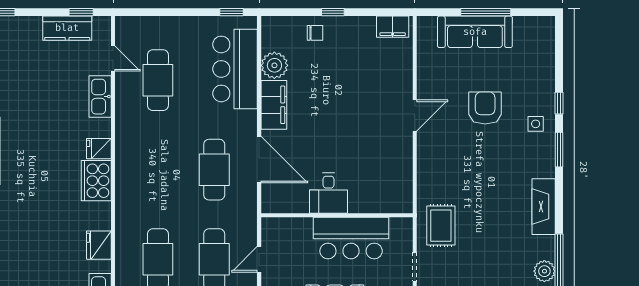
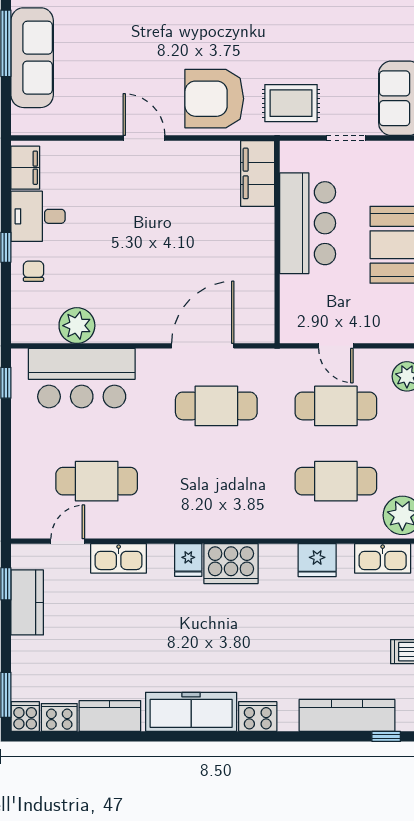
filing cabinet: (274, 105) -> (258, 173), moved, turned -90
armchair: (485, 108) -> (214, 99), moved, width x1.36, depth x1.36
desk: (329, 193) -> (38, 216), moved, turned 180

